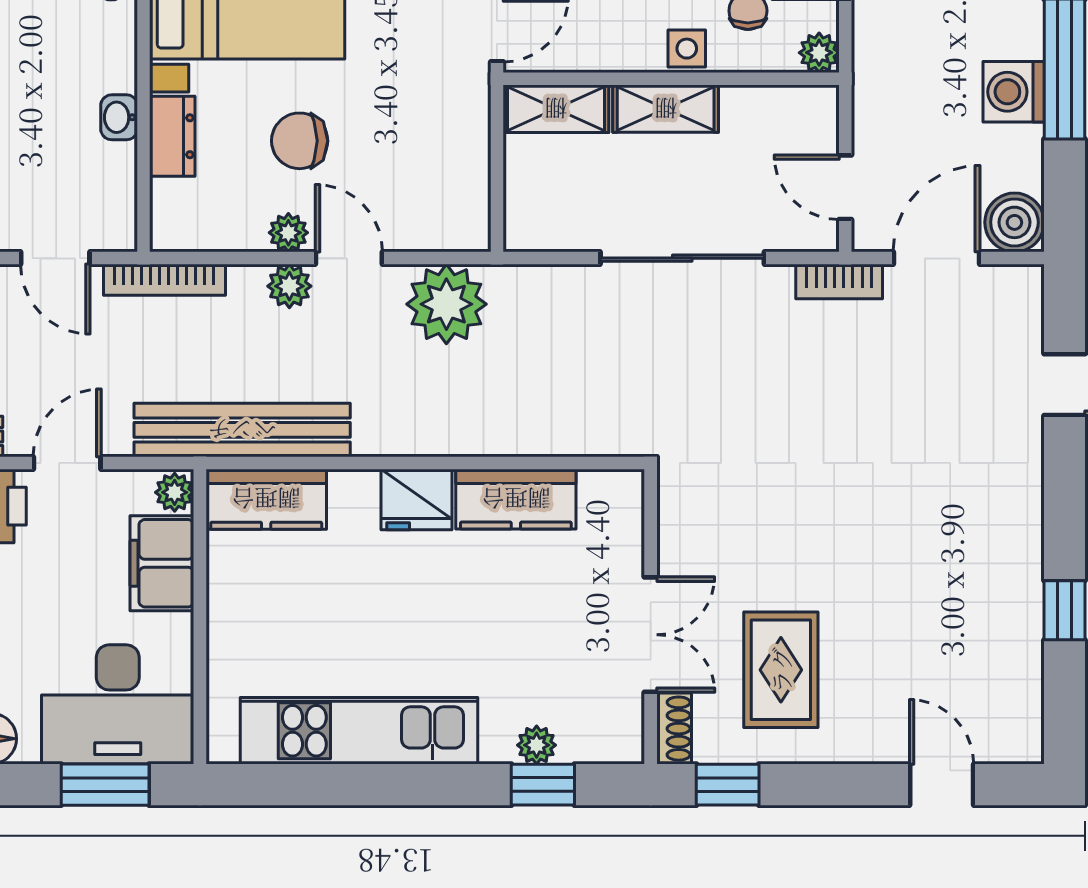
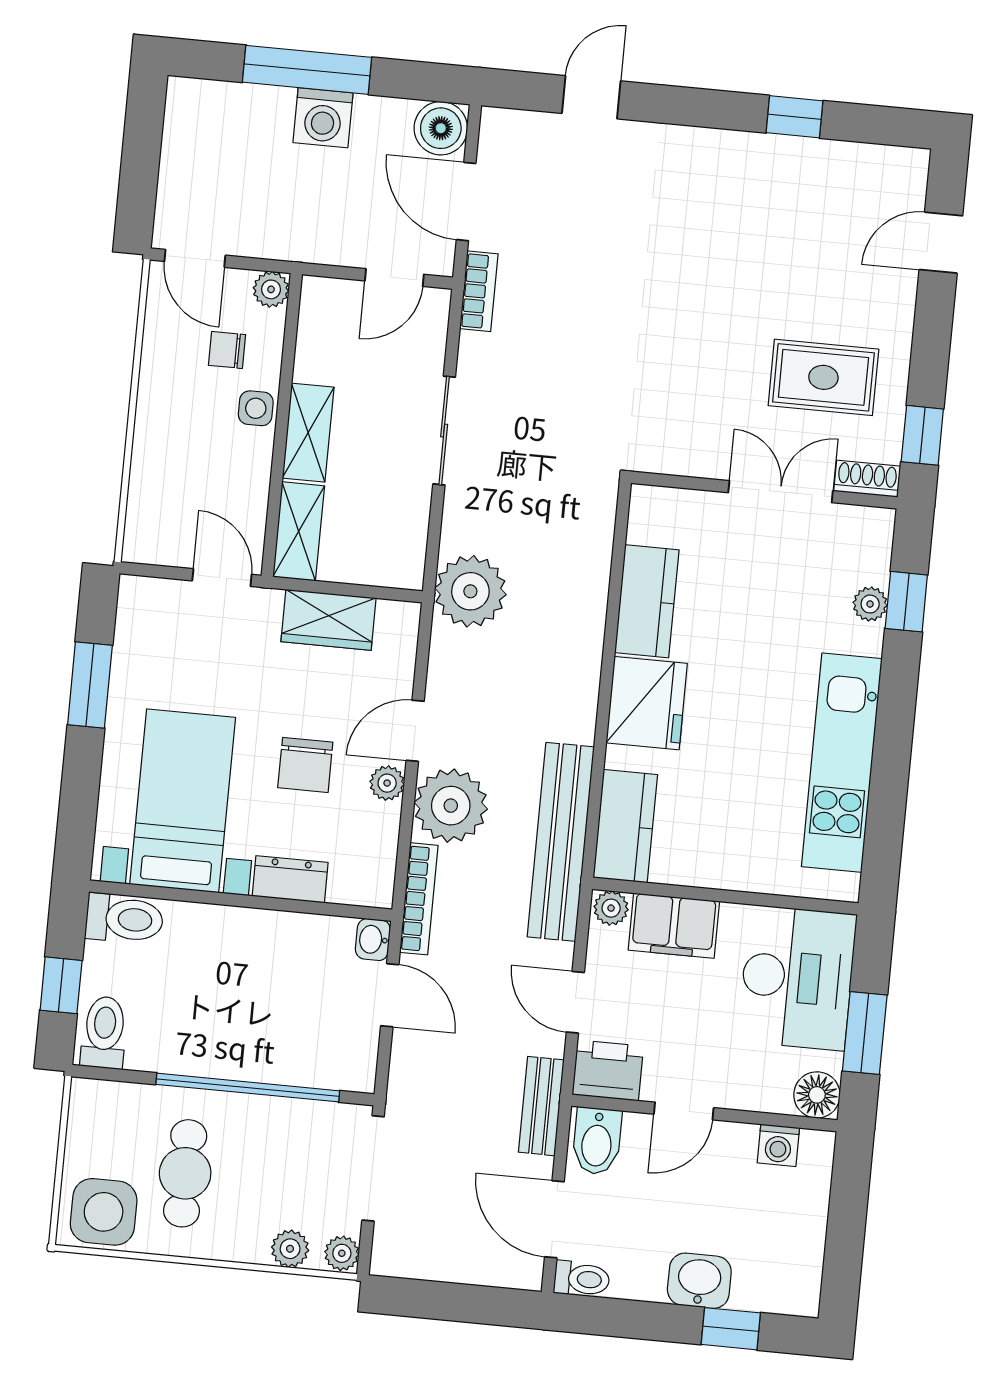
washbasin: (119, 117) -> (373, 940), moved, turned 90
wardrobe: (462, 151) -> (329, 620), added
door: (55, 258) -> (390, 995), hinge flipped
sliding door: (682, 258) -> (444, 431), width x0.73
plant: (289, 286) -> (451, 806), width x1.88, depth x1.88
plant: (446, 304) -> (470, 591), moved
fridge: (416, 500) -> (647, 703), width x1.36, depth x1.34
window: (105, 785) -> (865, 1033), moved

